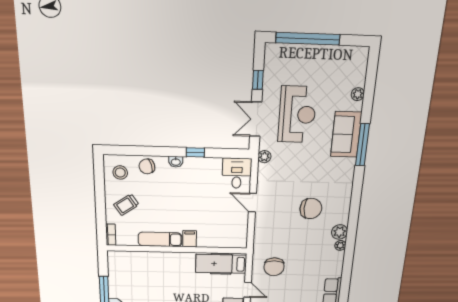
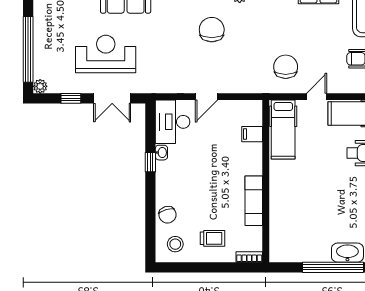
plant: (264, 157) -> (40, 86), moved
washbasin: (176, 162) -> (161, 153), moved
desk: (237, 173) -> (173, 122), width x1.37
trolley: (126, 205) -> (212, 238), turned -56
filing cabinet: (190, 239) -> (252, 134), moved
chair: (274, 267) -> (286, 67), turned -90

